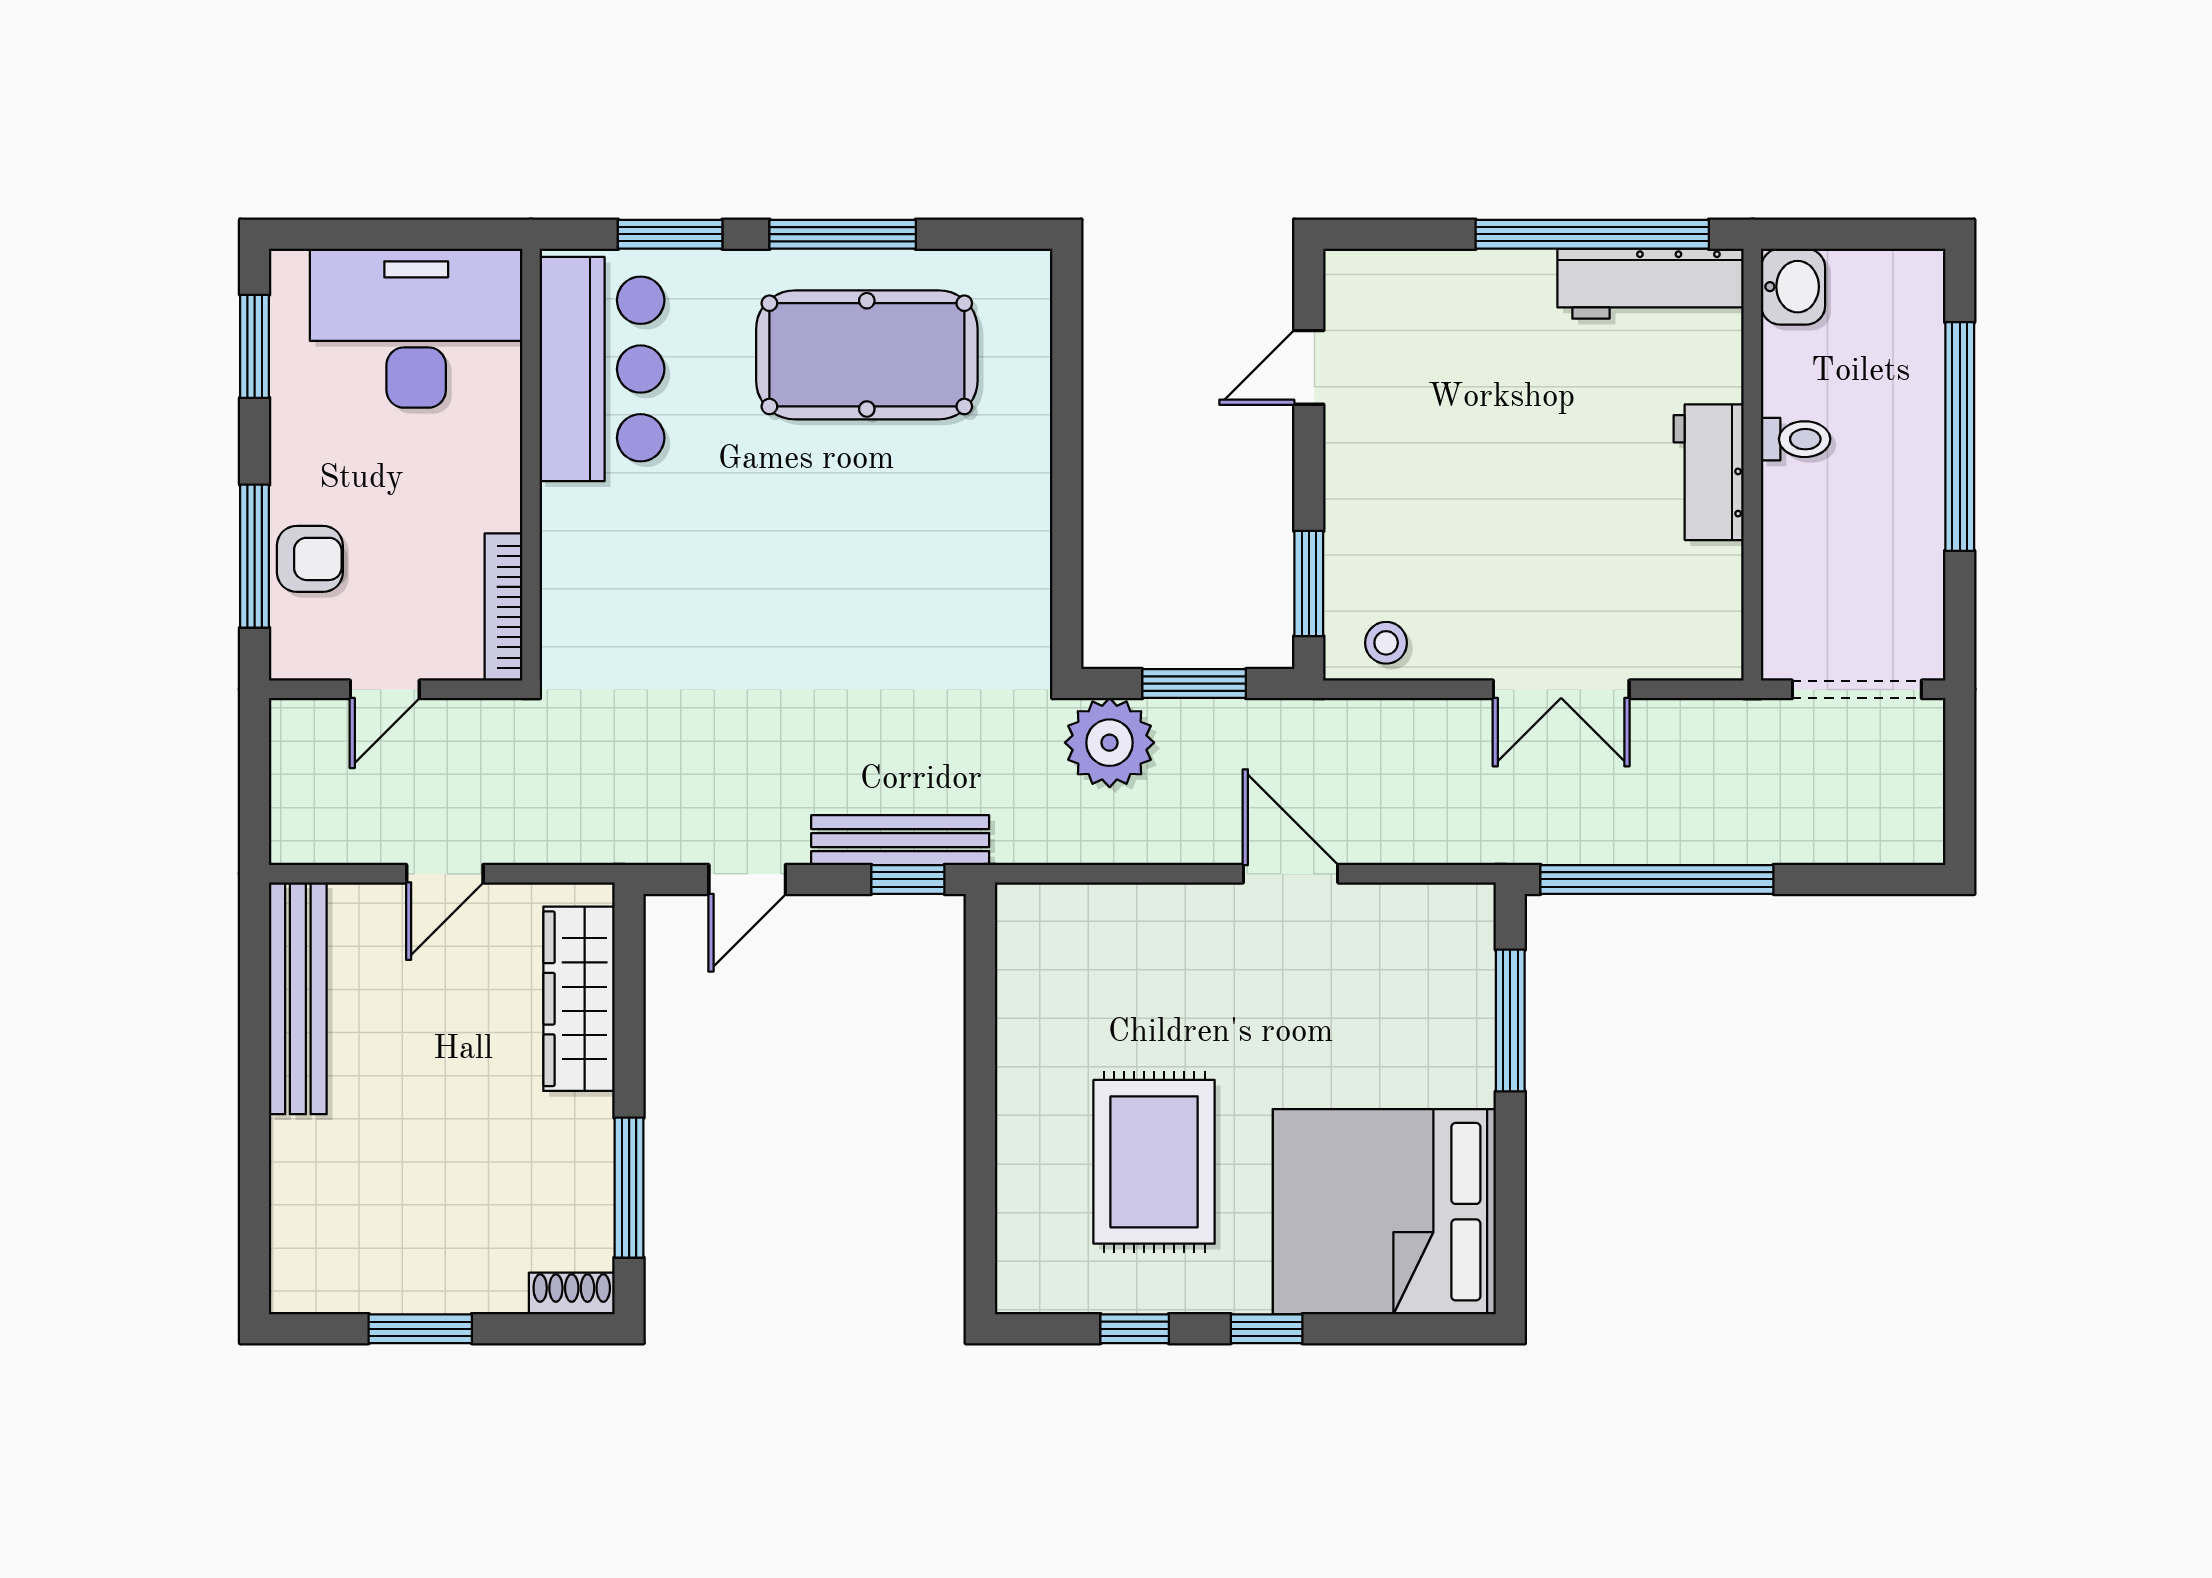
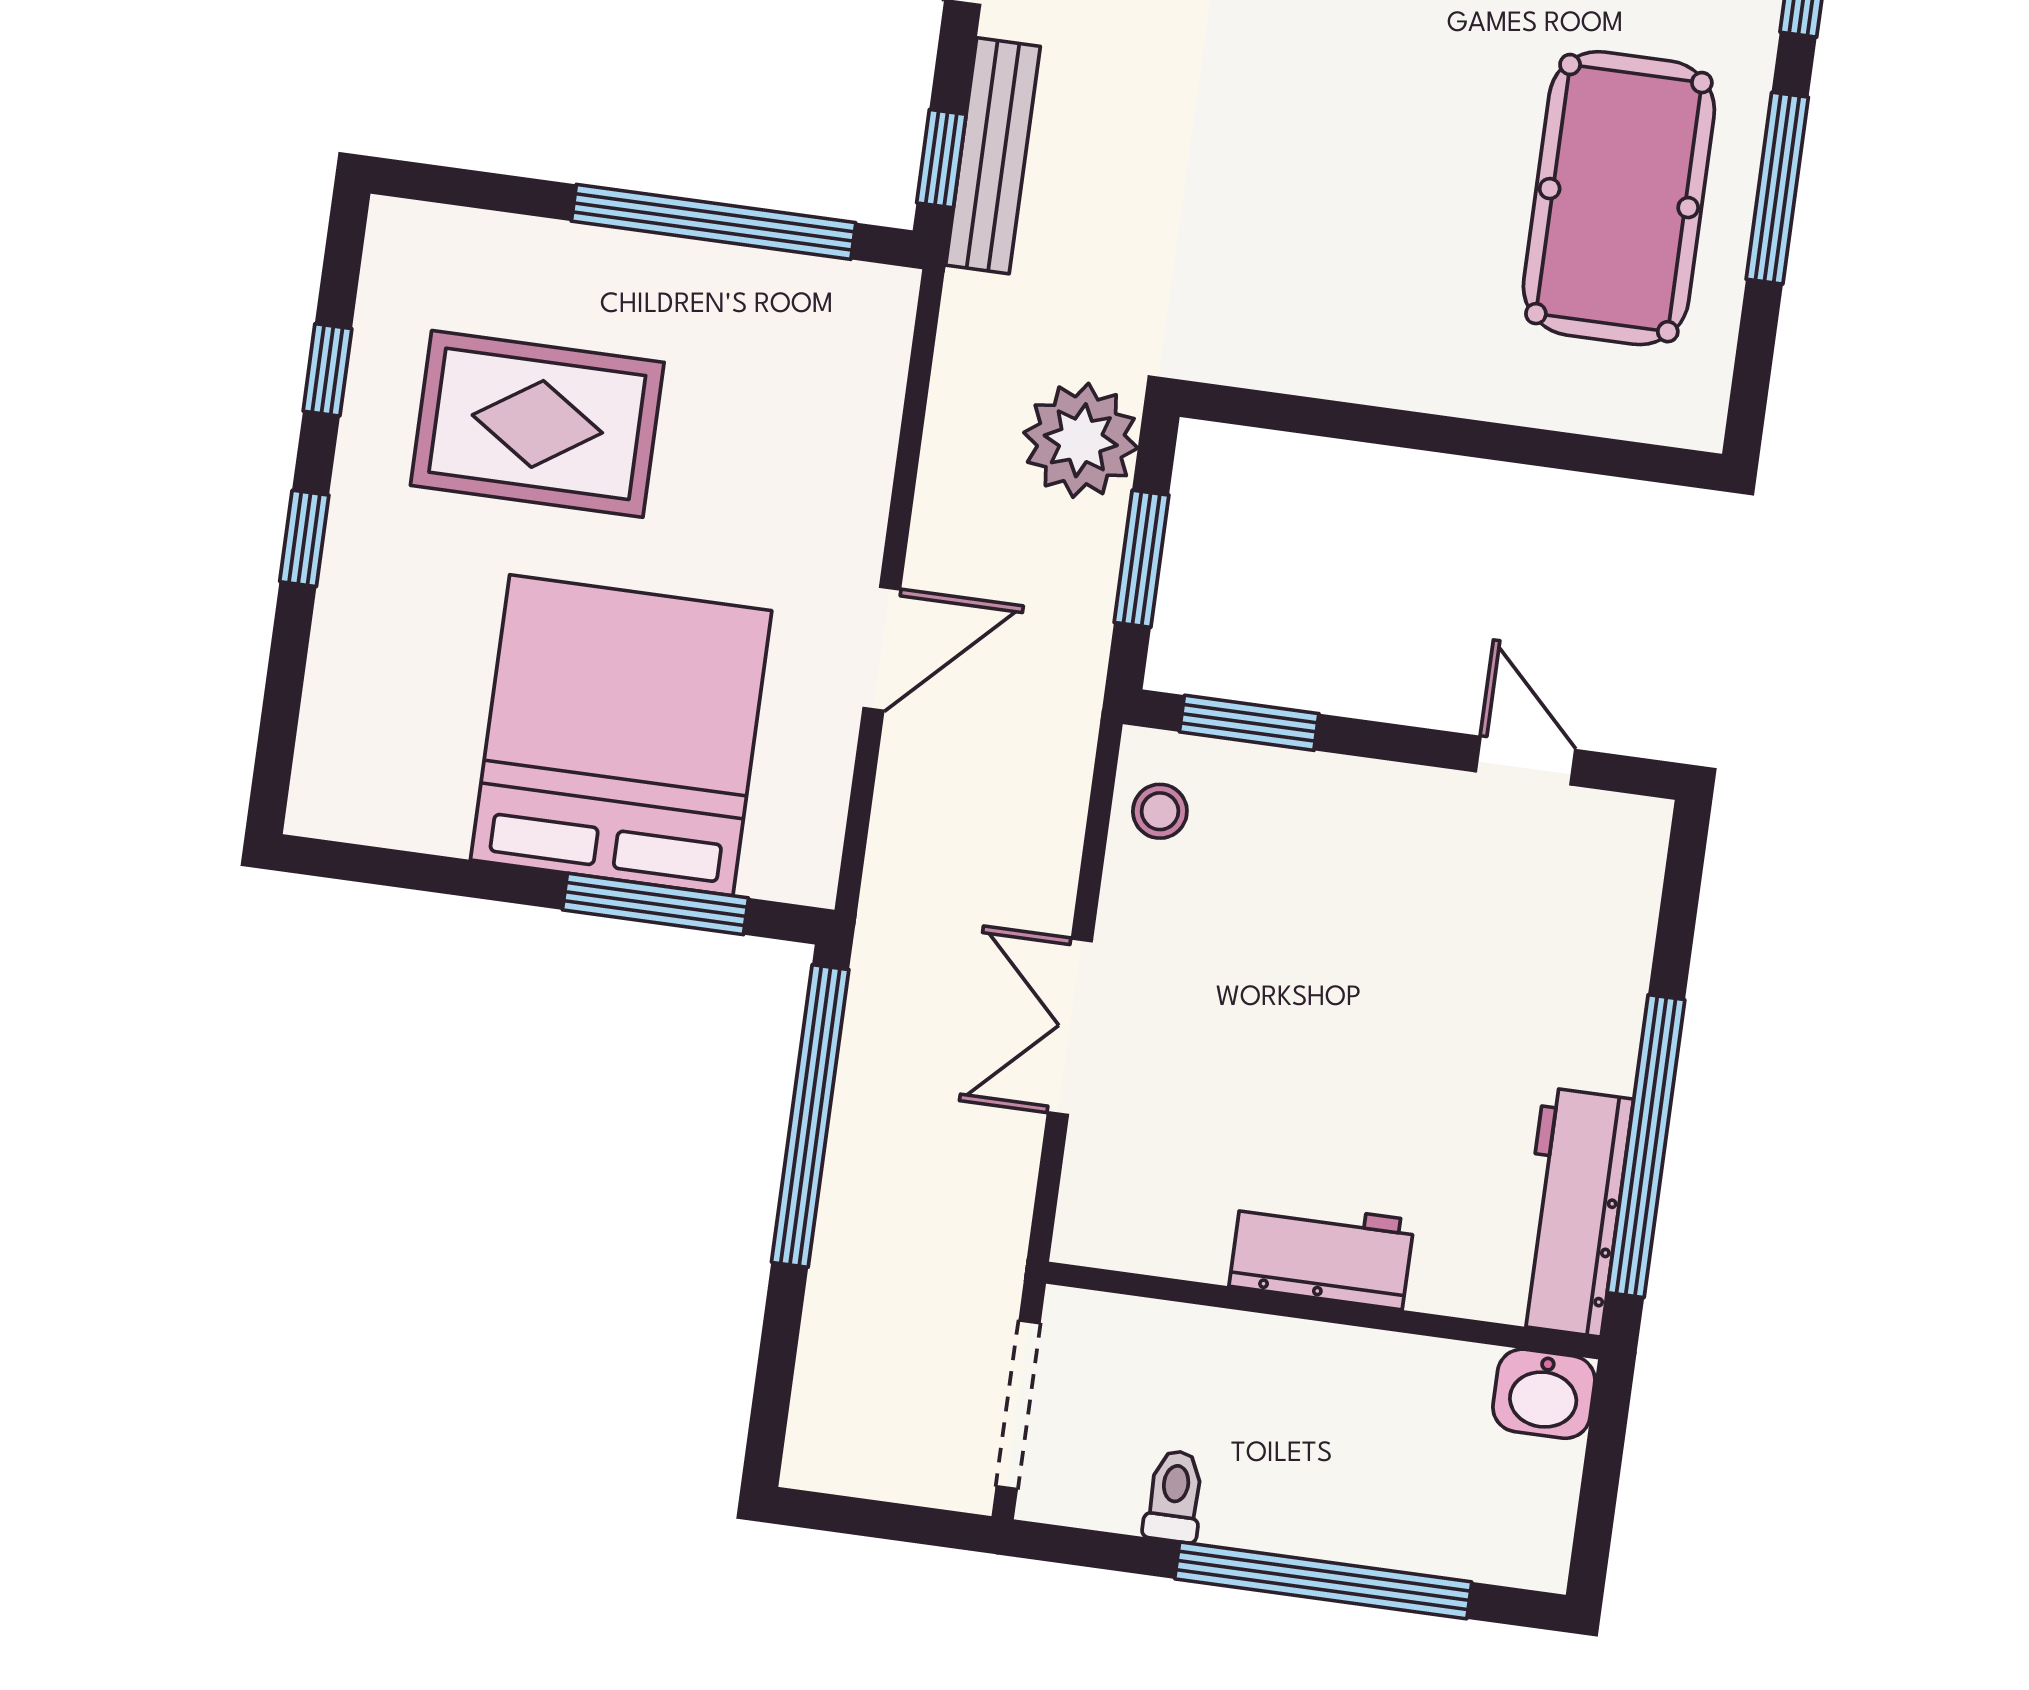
toilet: (1796, 439) -> (1174, 1496), moved, turned 180
window: (980, 1048) -> (714, 222), added
bed: (1384, 1212) -> (621, 735), moved

